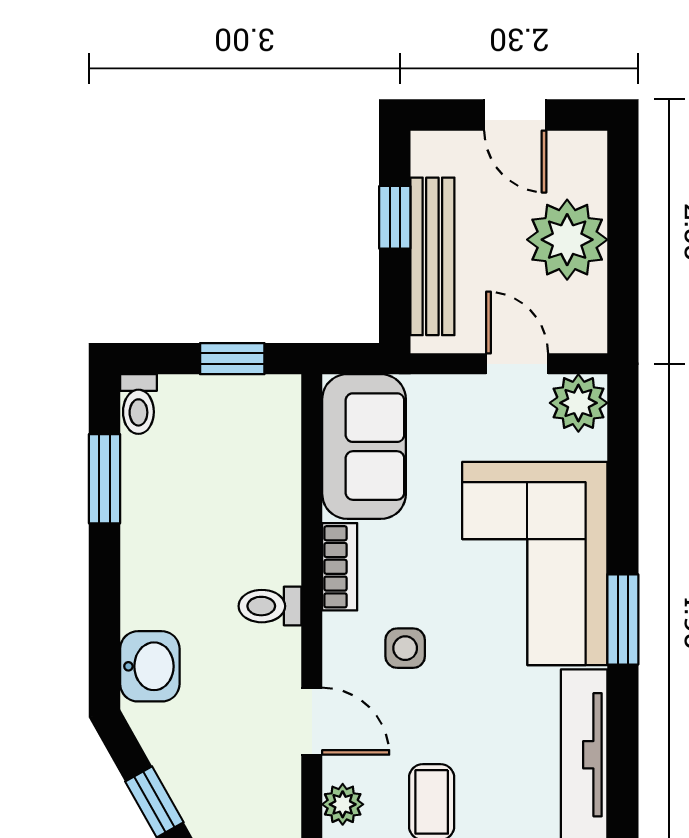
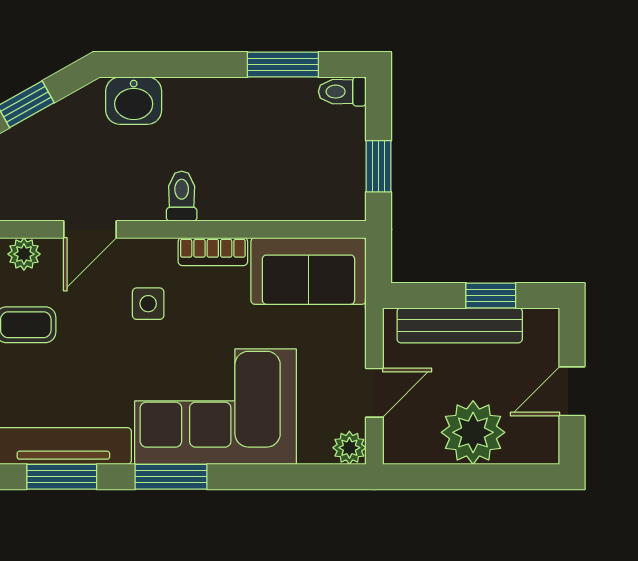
plant: (578, 403) -> (349, 448), width x0.73, depth x0.73
window: (623, 757) -> (62, 477), added

